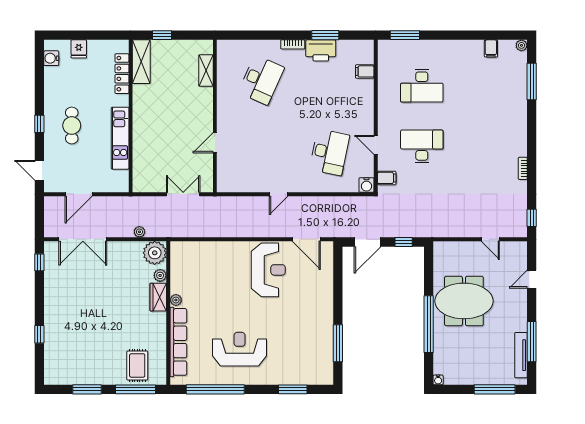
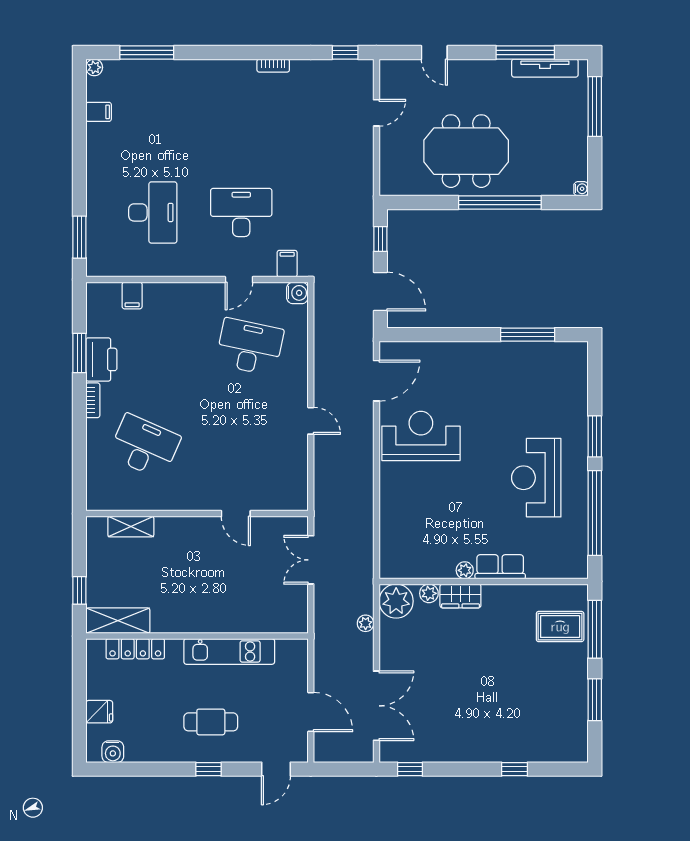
desk: (422, 146) -> (241, 212), turned 90
meeting table: (464, 301) -> (466, 151), turned 90
row of seats: (178, 342) -> (500, 567), width x0.50
window: (293, 389) -> (595, 436), moved

